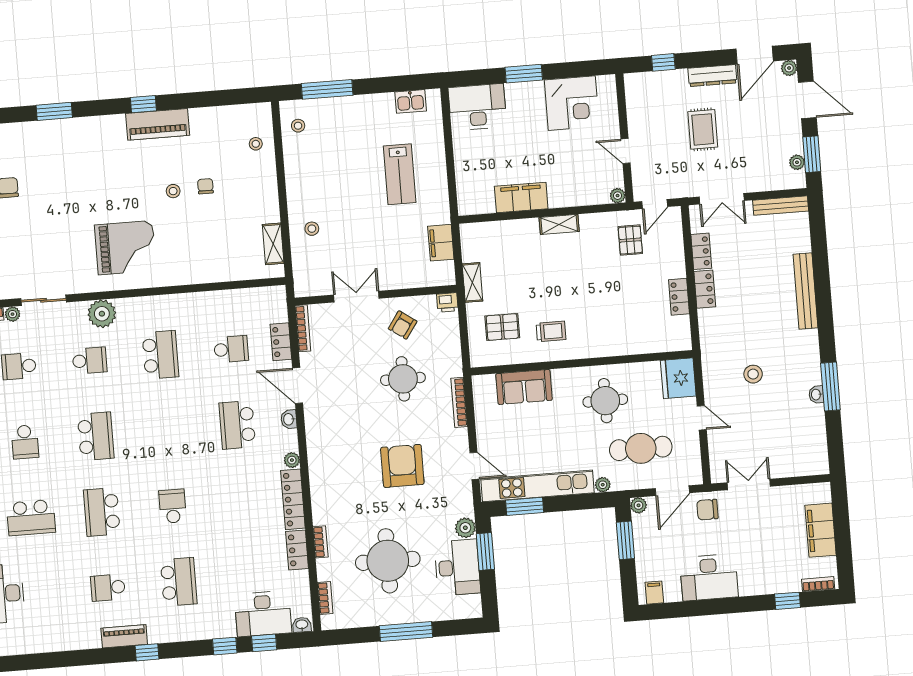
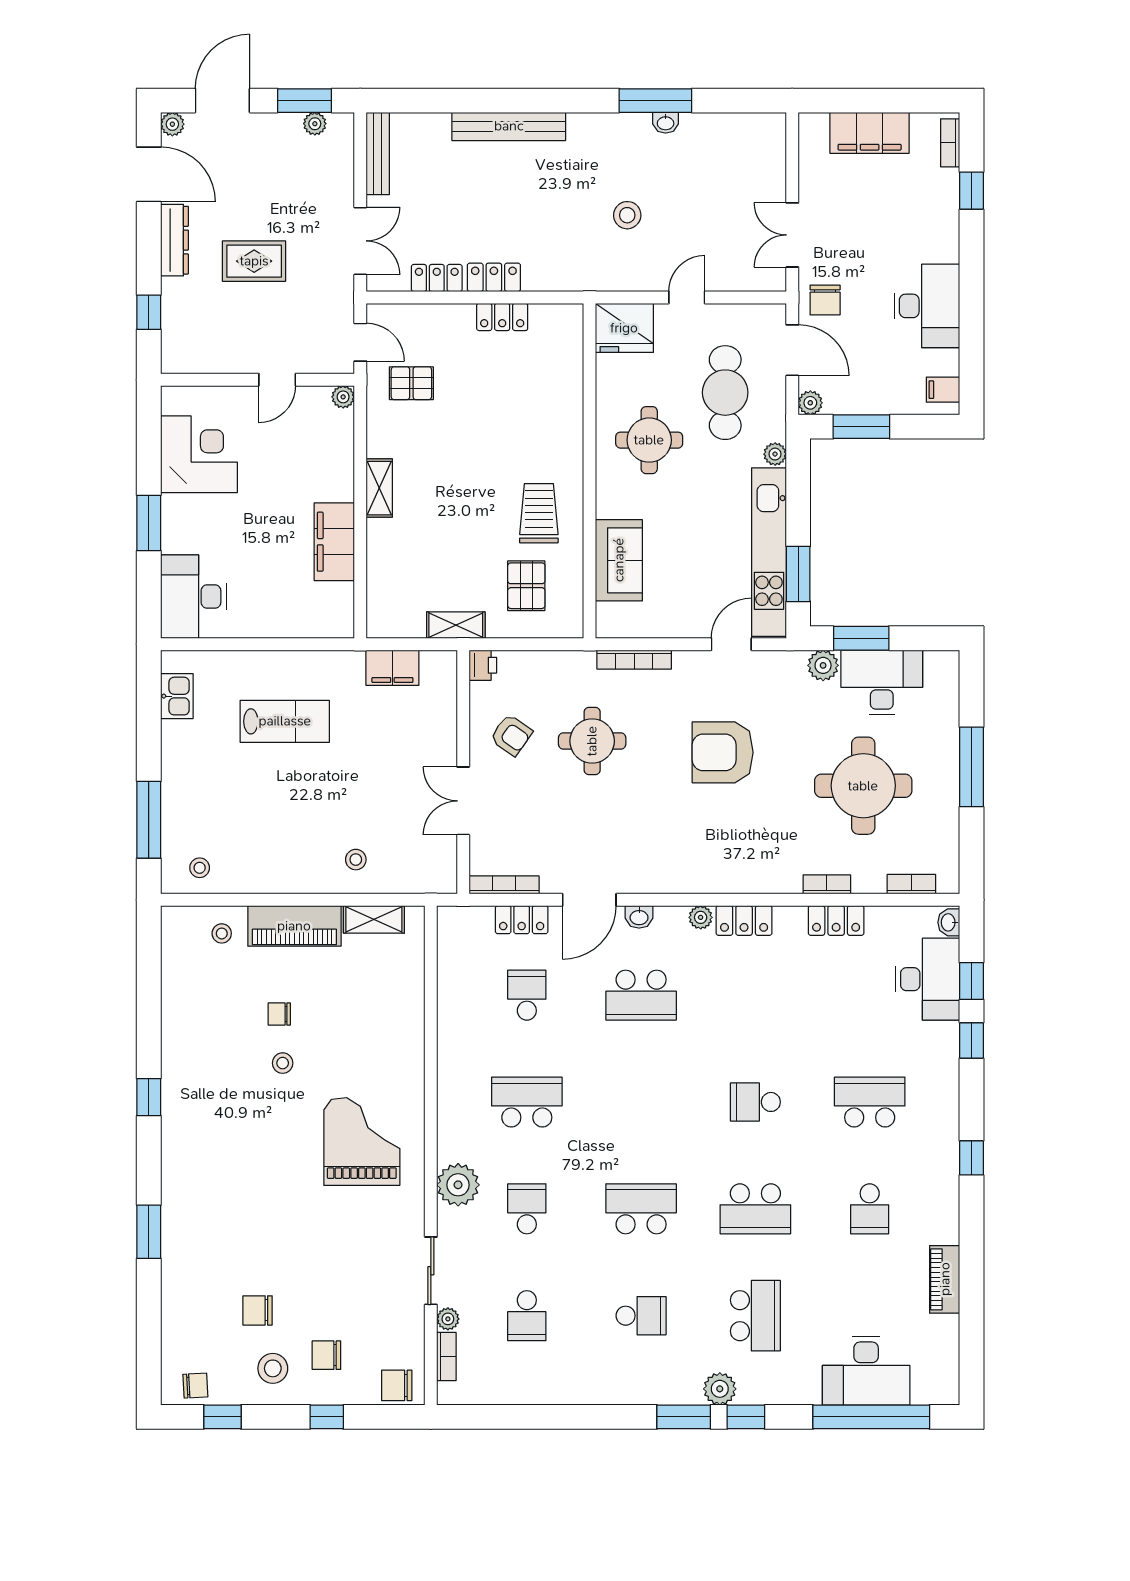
piano: (158, 124) -> (294, 926), moved, turned 90
trolley: (551, 331) -> (539, 513), width x1.36, depth x1.39
locker: (293, 499) -> (744, 921), width x0.66
piano: (124, 636) -> (945, 1279), moved

